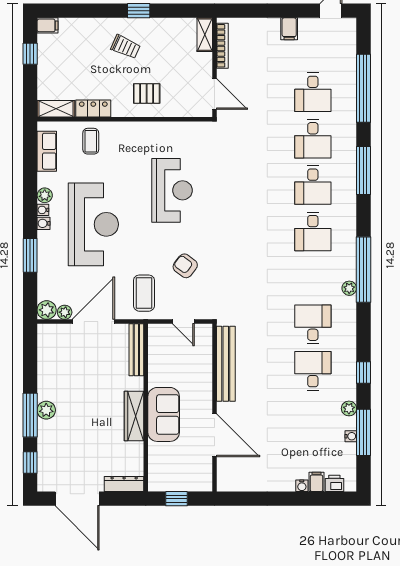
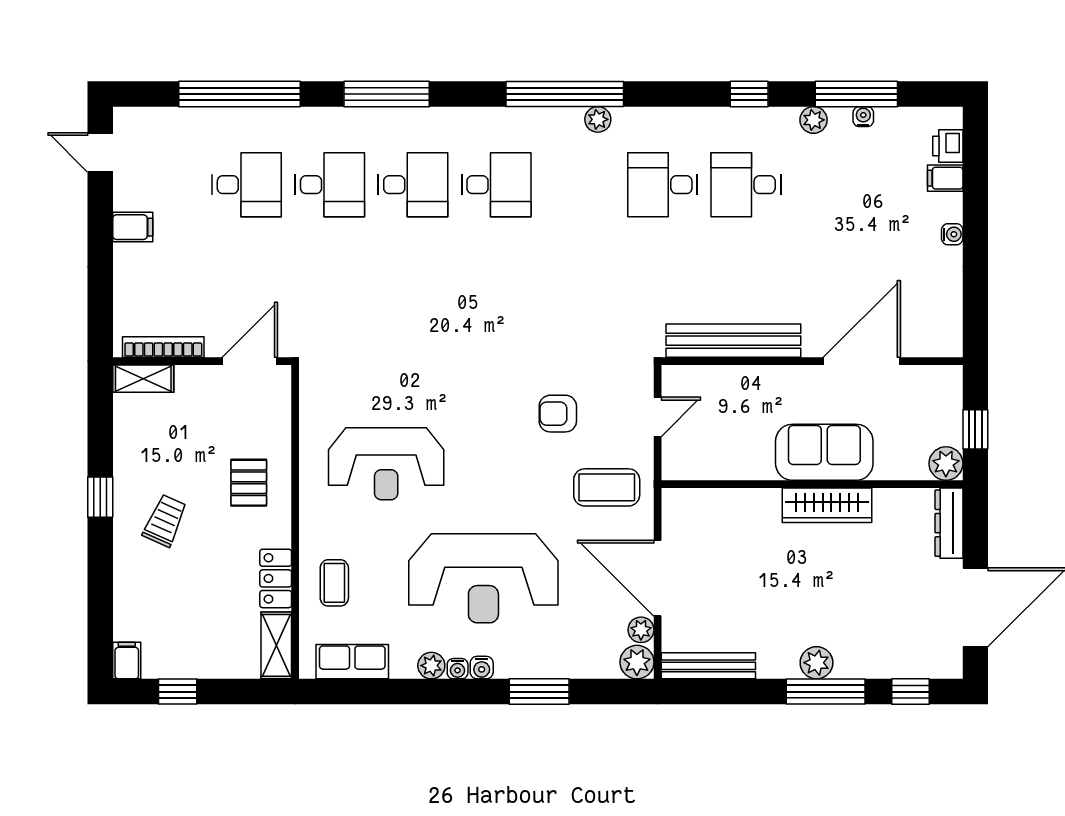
coffee table: (91, 141) -> (334, 583), turned 90
reception desk: (172, 190) -> (386, 464), moved, turned 180
reception desk: (93, 224) -> (483, 578), turned 180
armchair: (185, 266) -> (558, 414), turned 53
bench: (136, 350) -> (708, 666), moved
plant: (157, 482) -> (946, 464), added
water cooler: (302, 486) -> (952, 234), moved

